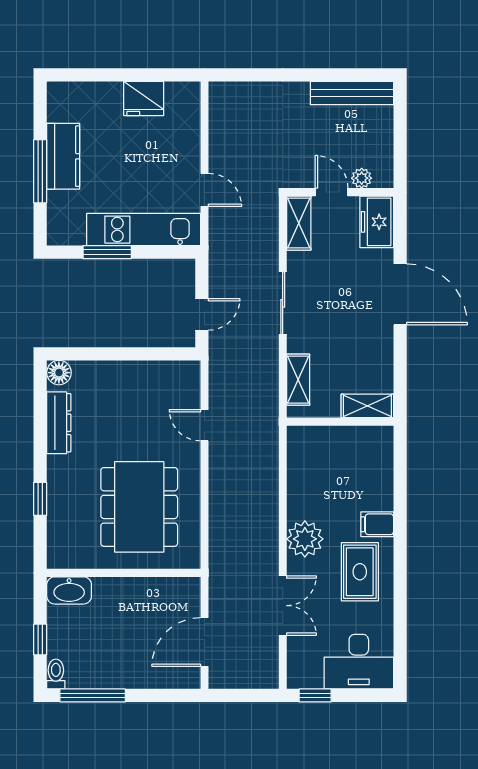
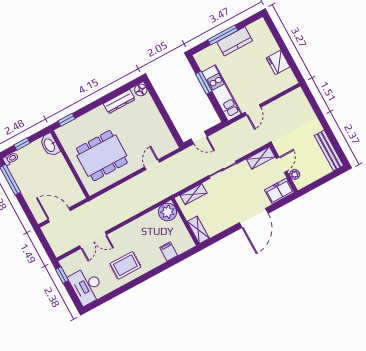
window: (40, 499) -> (67, 120), moved
filing cabinet: (377, 524) -> (169, 251), moved
plant: (305, 539) -> (168, 212), moved

